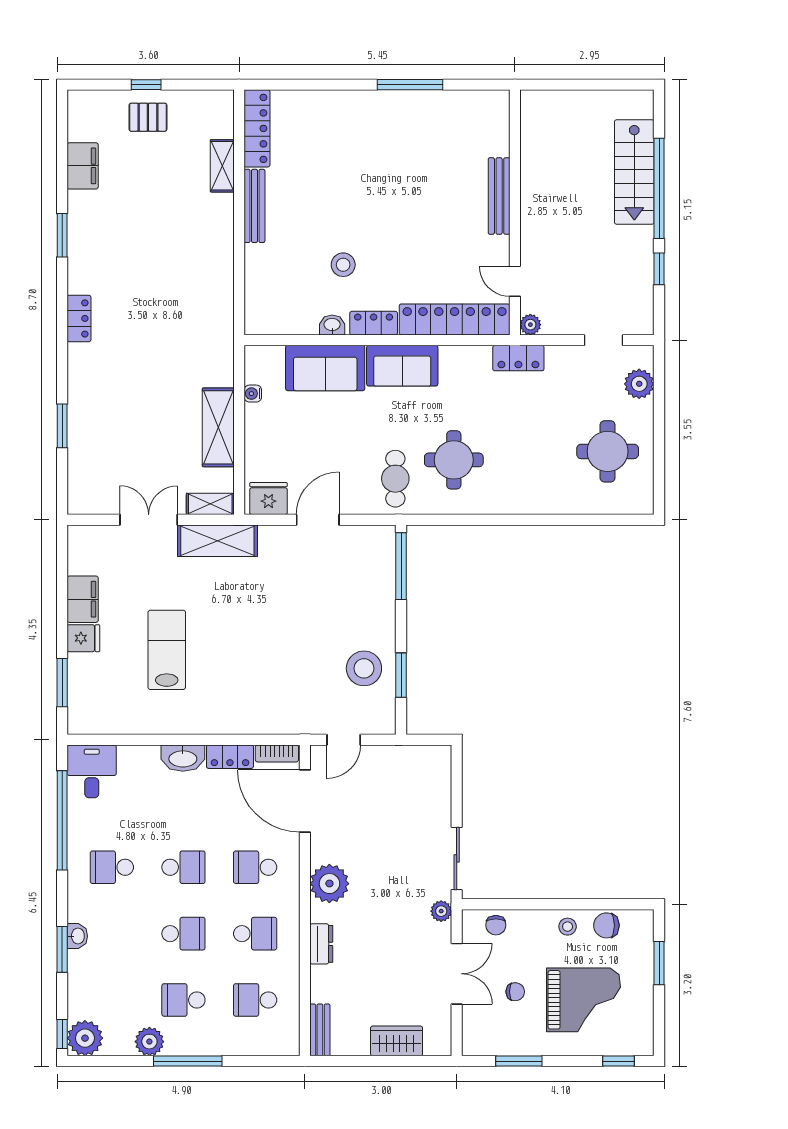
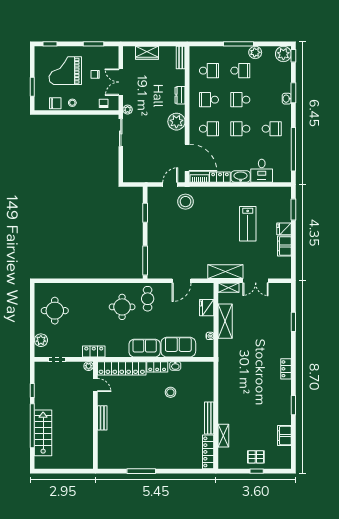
bench: (499, 196) -> (102, 418), width x0.73
fridge: (268, 499) -> (207, 308), moved, turned 90
stool: (364, 668) -> (185, 202), moved
desk: (92, 771) -> (262, 171), moved

